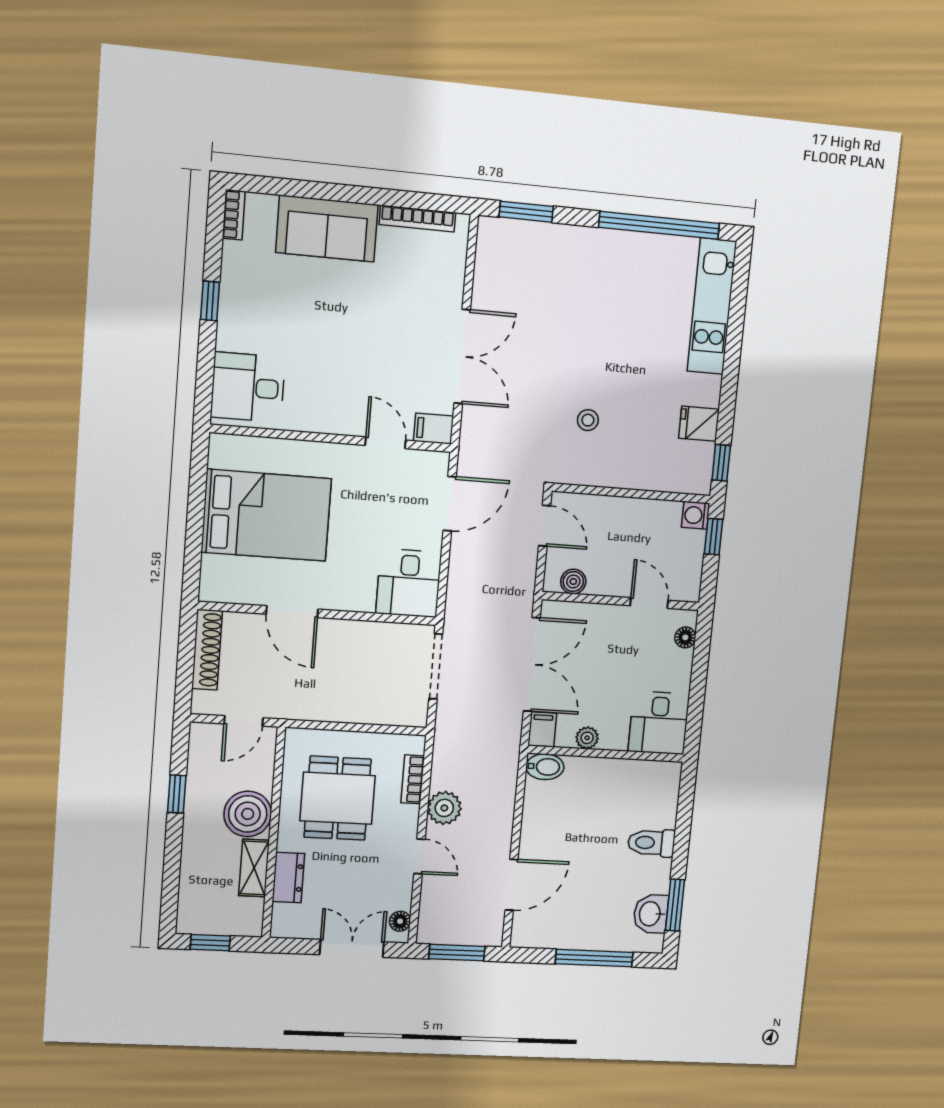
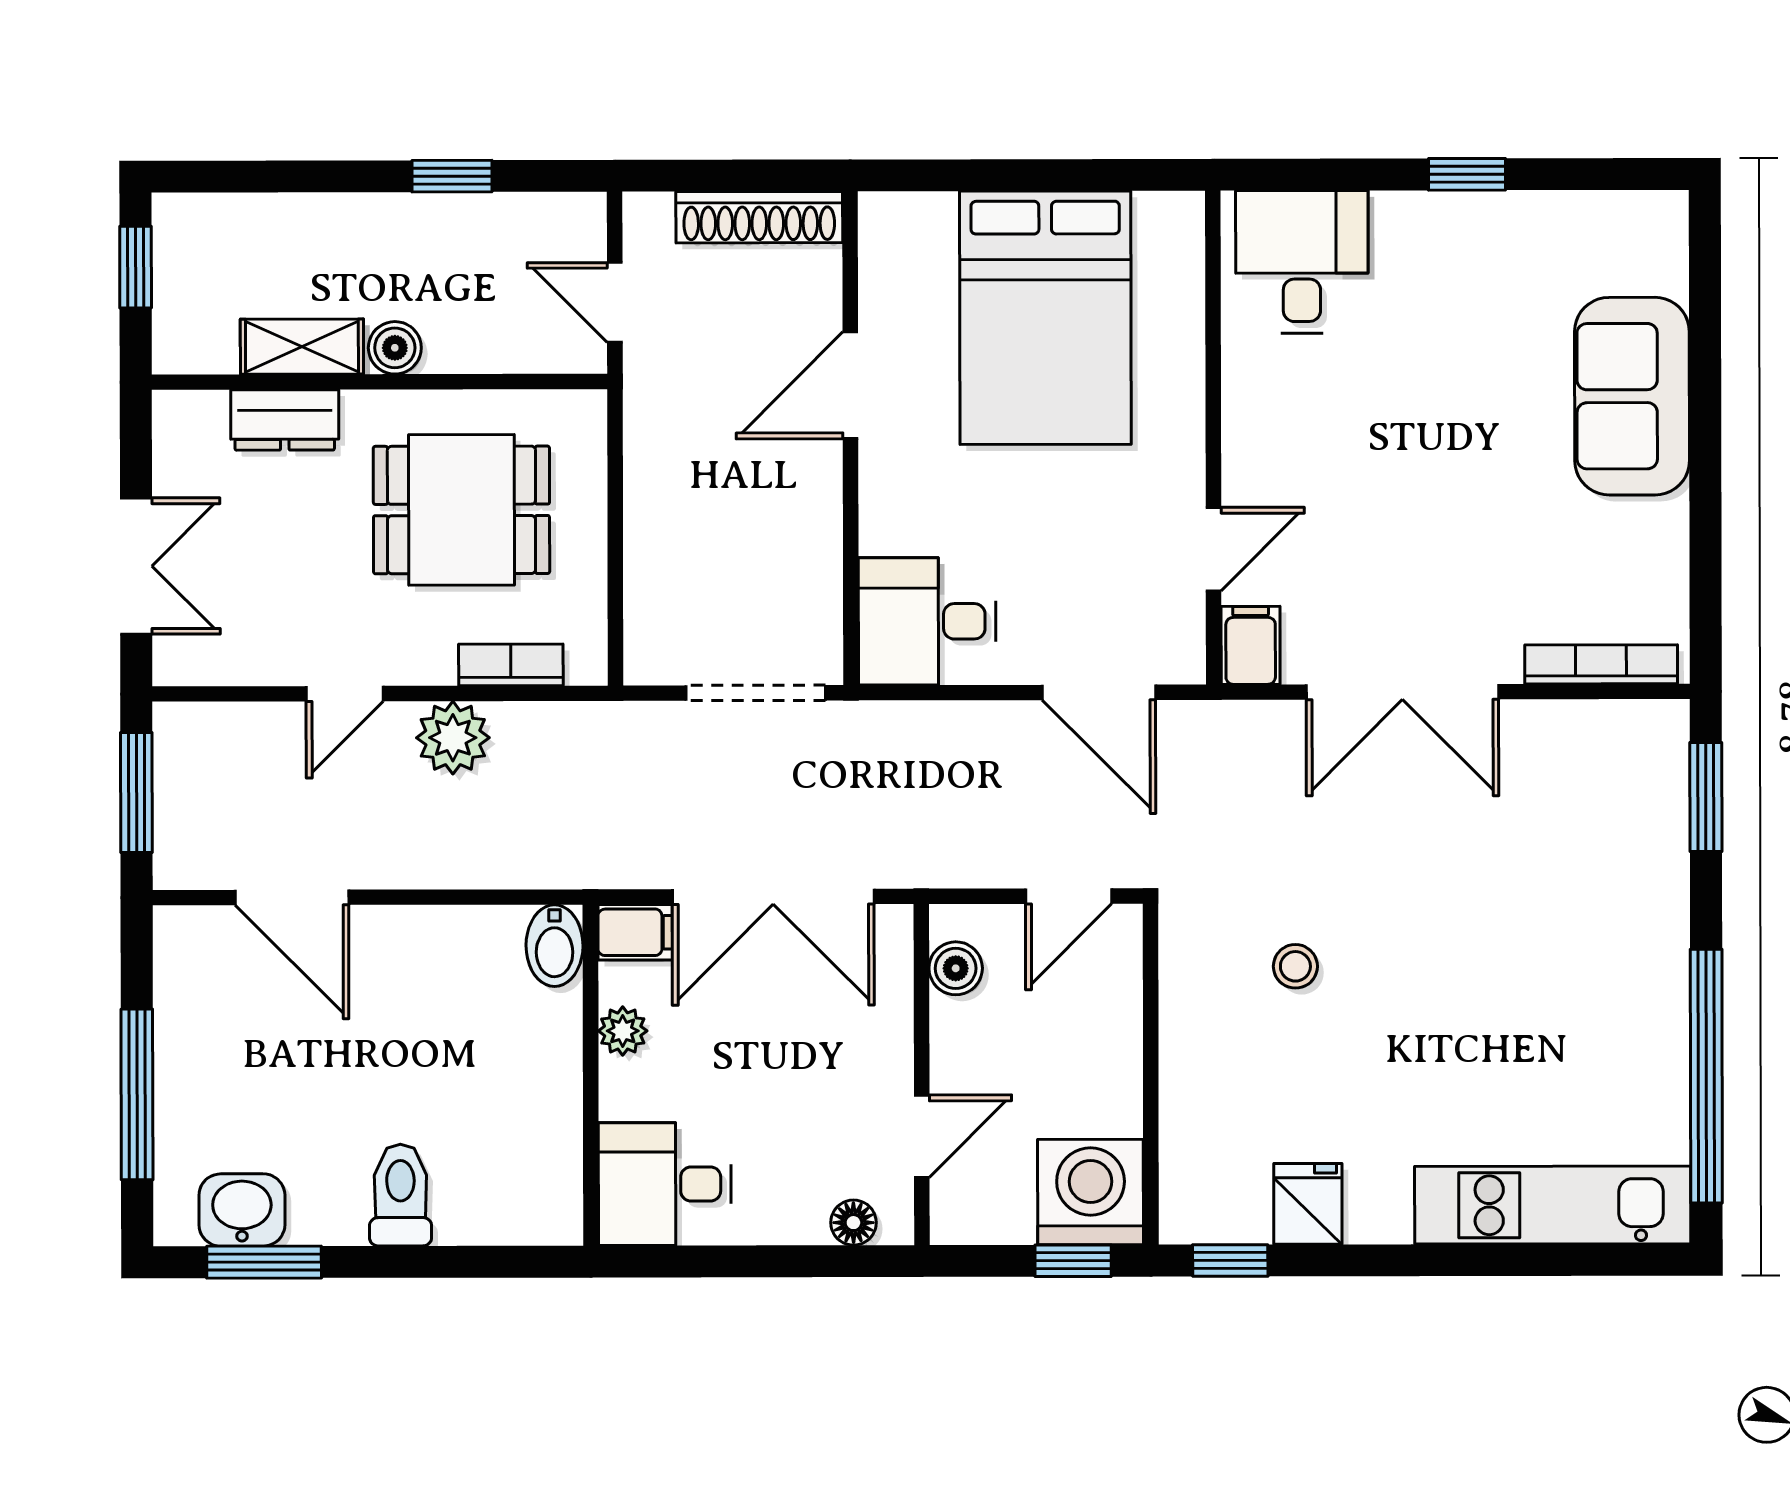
bookcase: (234, 215) -> (1641, 209), removed
bookcase: (417, 219) -> (1601, 664), moved, turned 90
washing machine: (695, 515) -> (1091, 1192), width x1.89, depth x1.89
boiler: (248, 814) -> (395, 348), width x0.54, depth x0.54
floor lamp: (400, 921) -> (200, 664), removed

